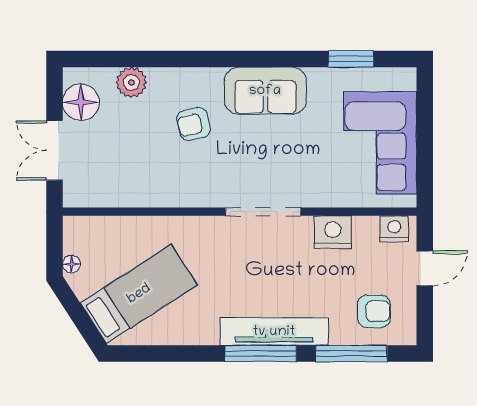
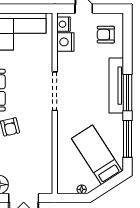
nightstand: (333, 232) -> (65, 42), moved
armchair: (374, 311) -> (106, 35), turned -90
window: (351, 354) -> (127, 139), moved

